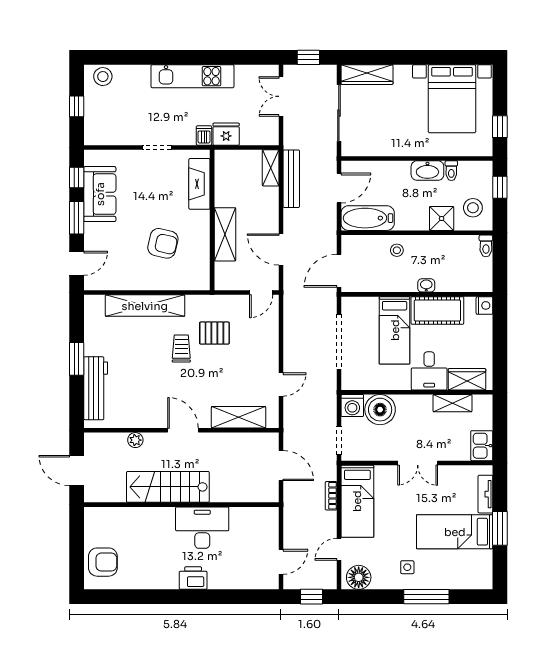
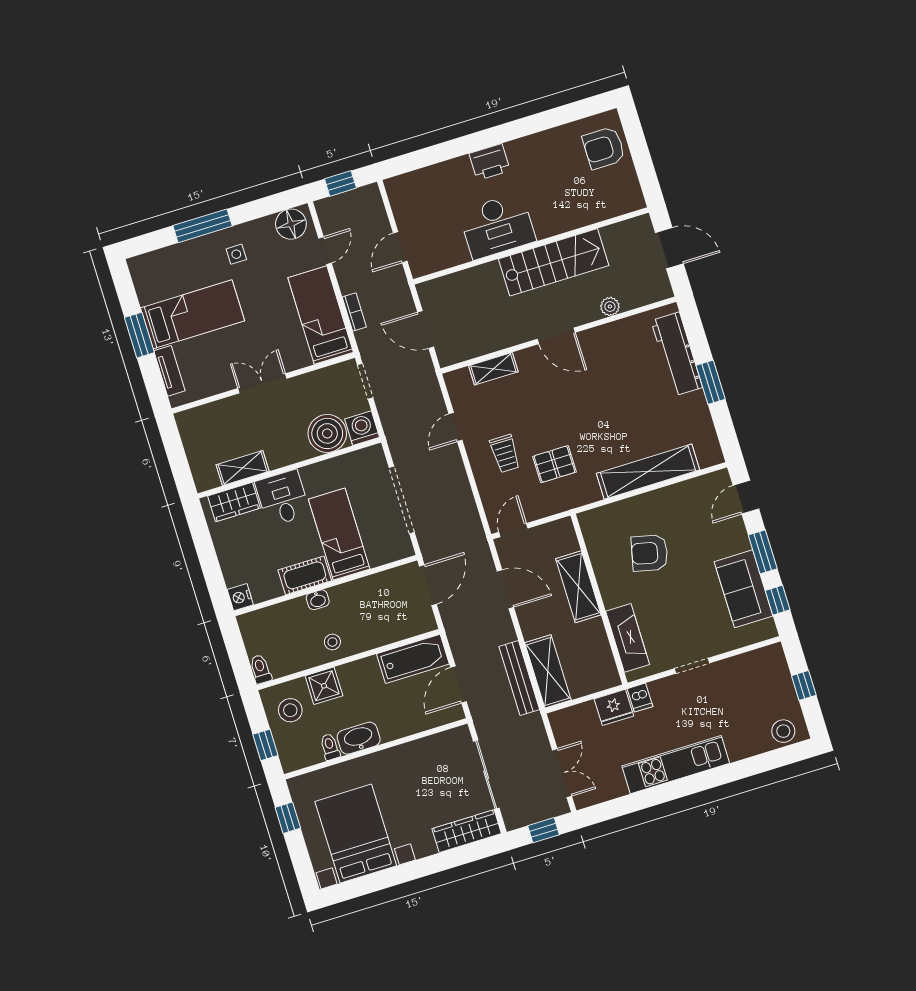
shelving: (271, 168) -> (548, 671), width x1.50, depth x1.33
stool: (397, 250) -> (332, 642), moved
cot: (437, 310) -> (305, 575), width x0.73, depth x0.75
trolley: (181, 349) -> (505, 454), moved
shelving: (239, 417) -> (493, 369), width x0.67, depth x0.75
kitchen sink: (482, 446) -> (192, 428), removed
door: (281, 562) -> (400, 247), moved

